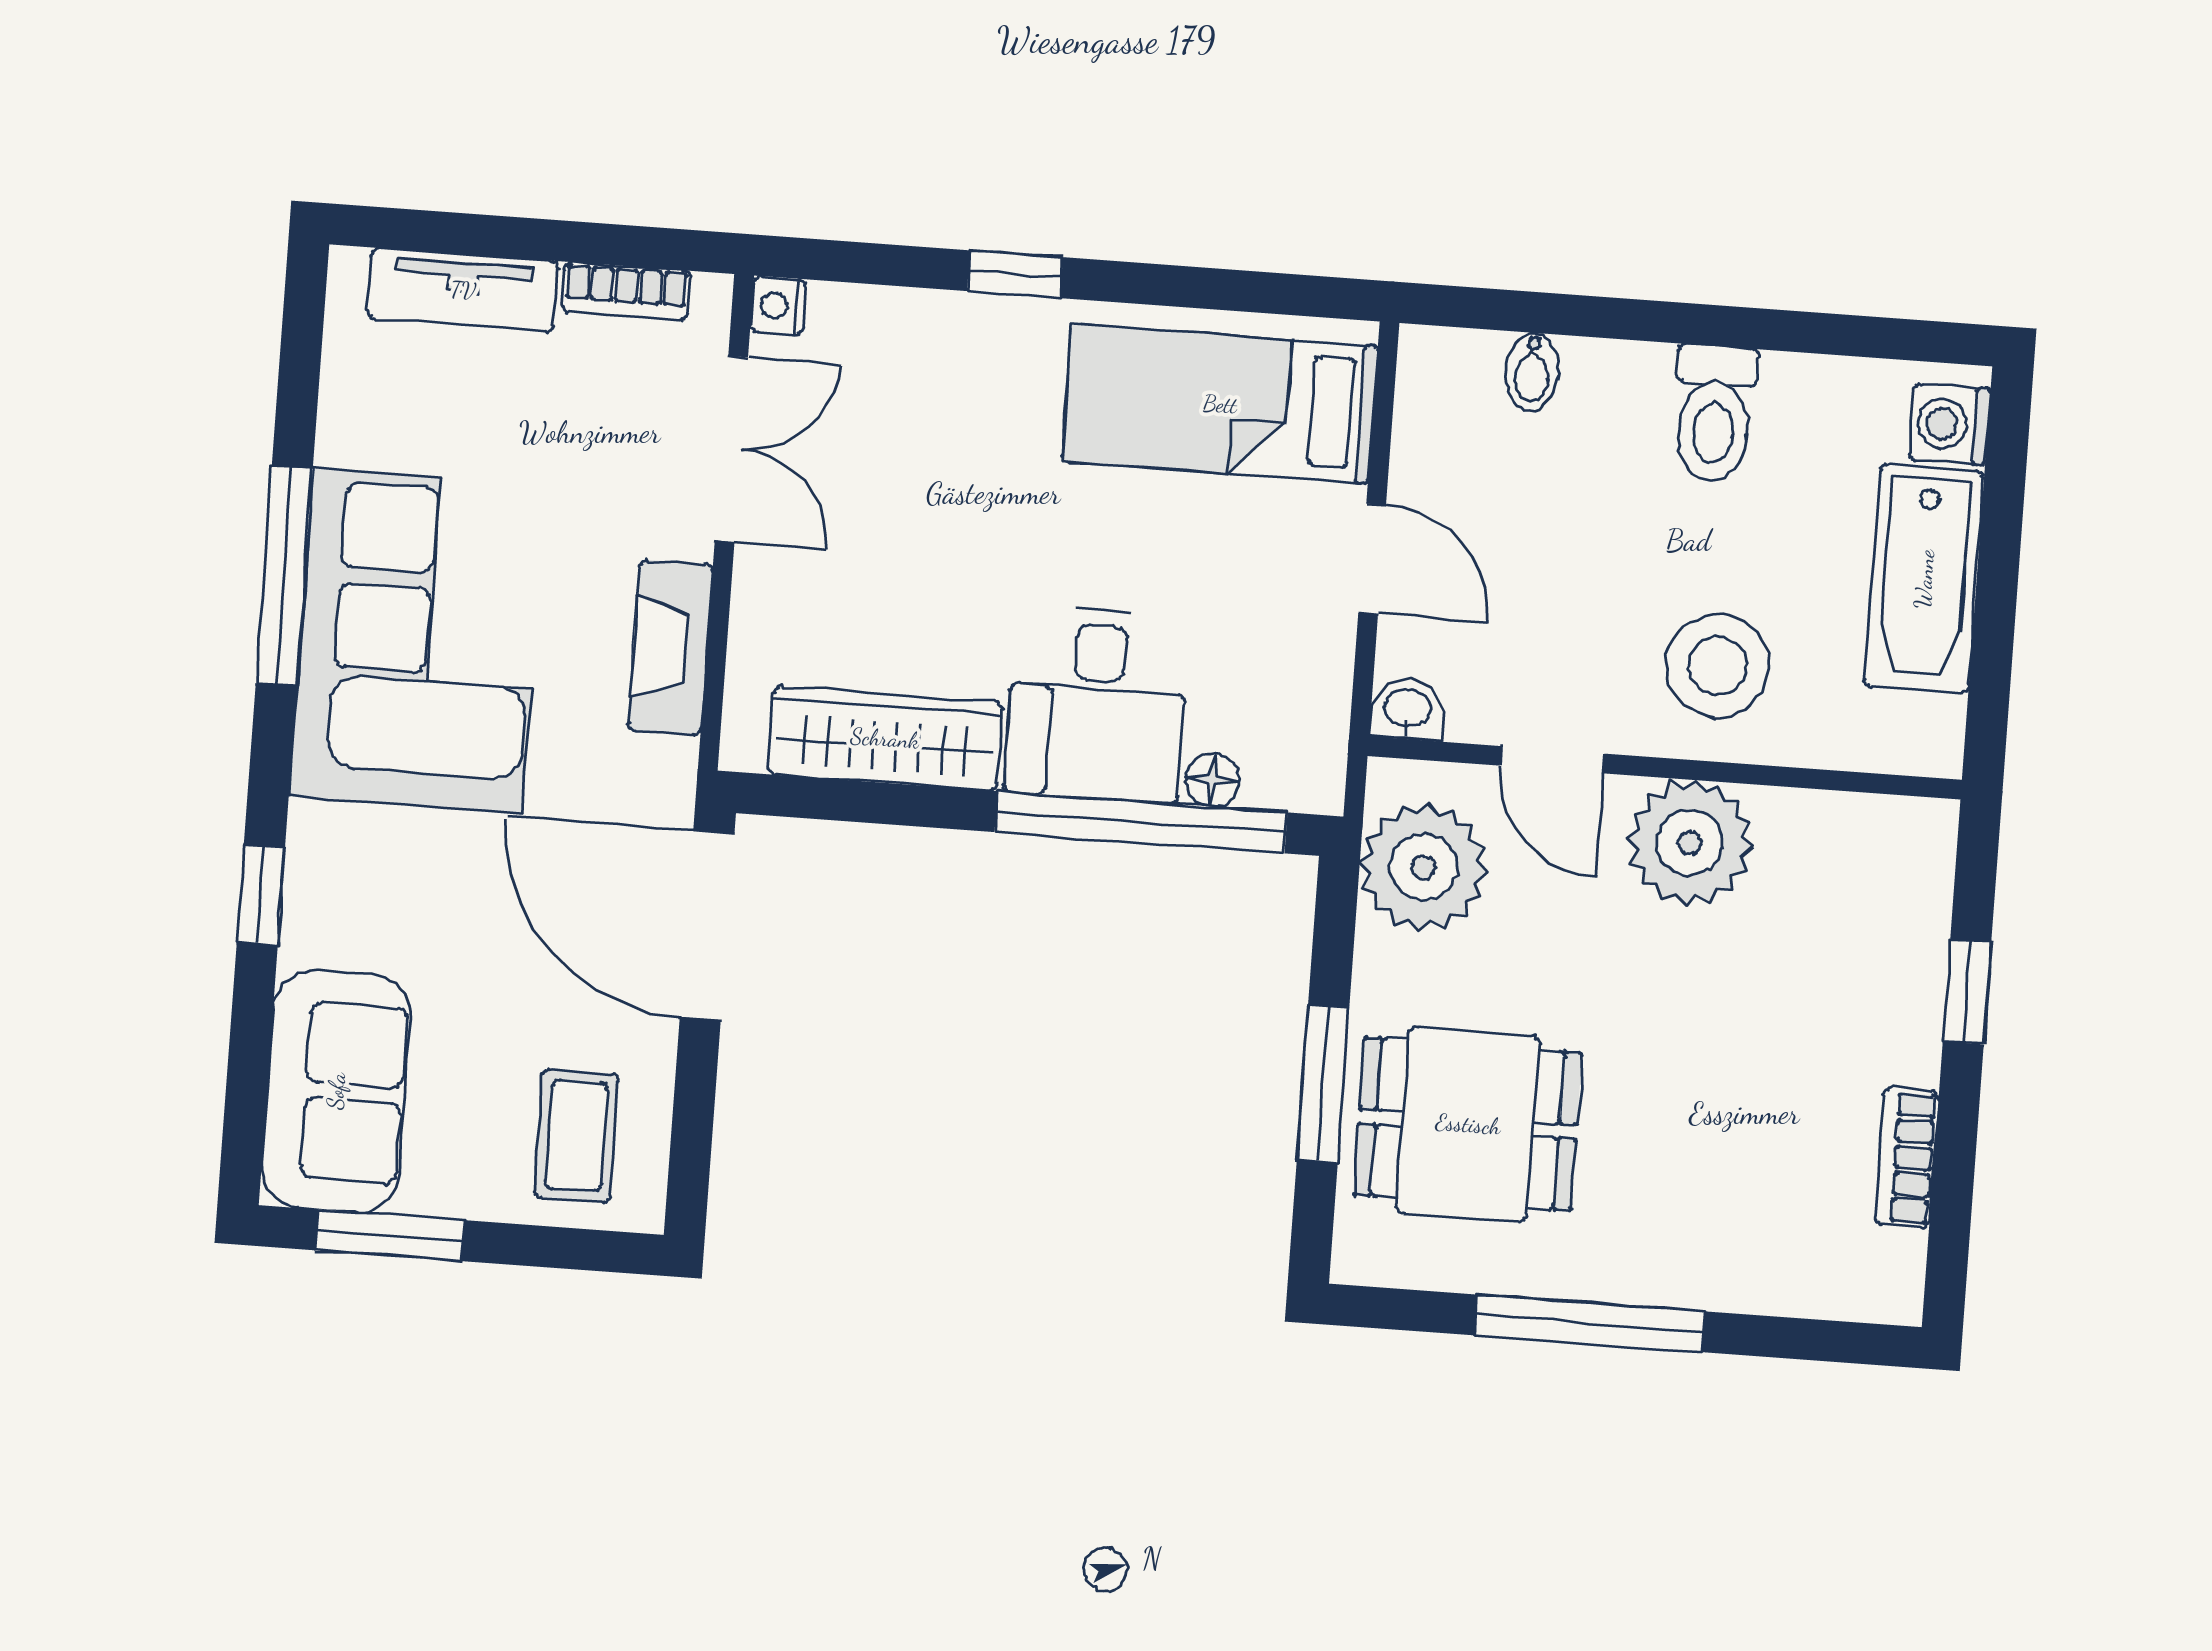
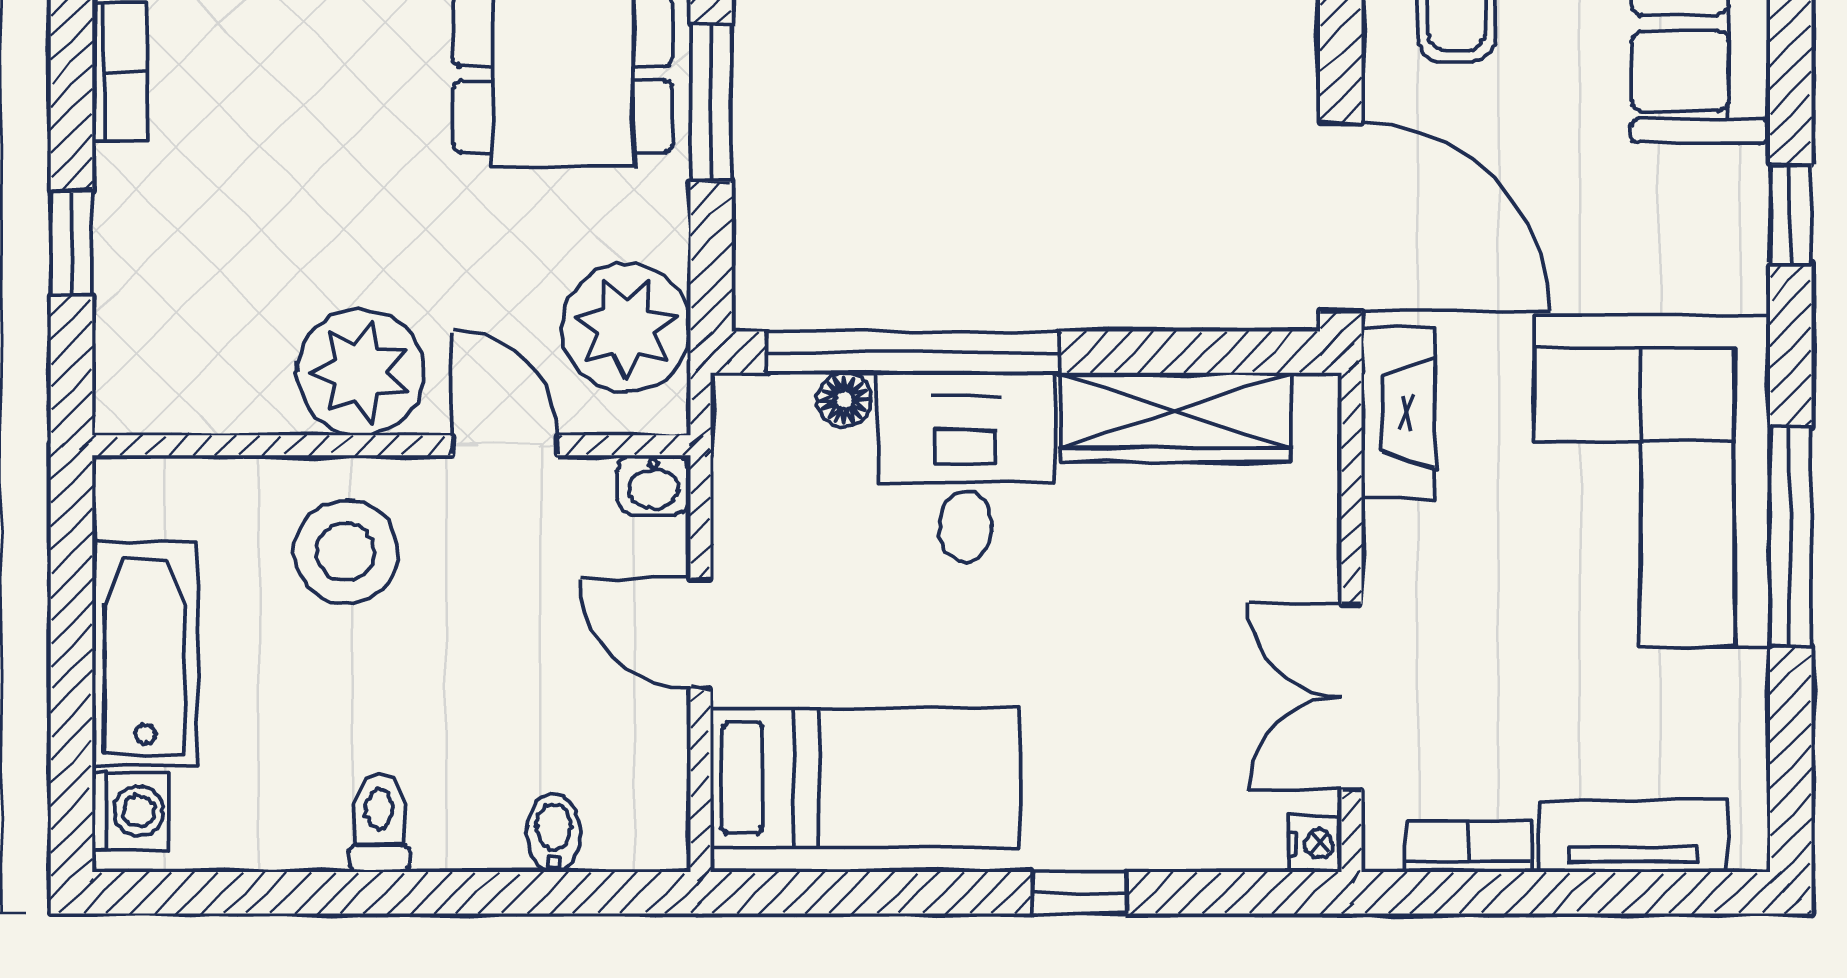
toilet: (1714, 414) -> (379, 823), width x0.73, depth x0.72
fireplace: (670, 648) -> (1398, 413), moved

